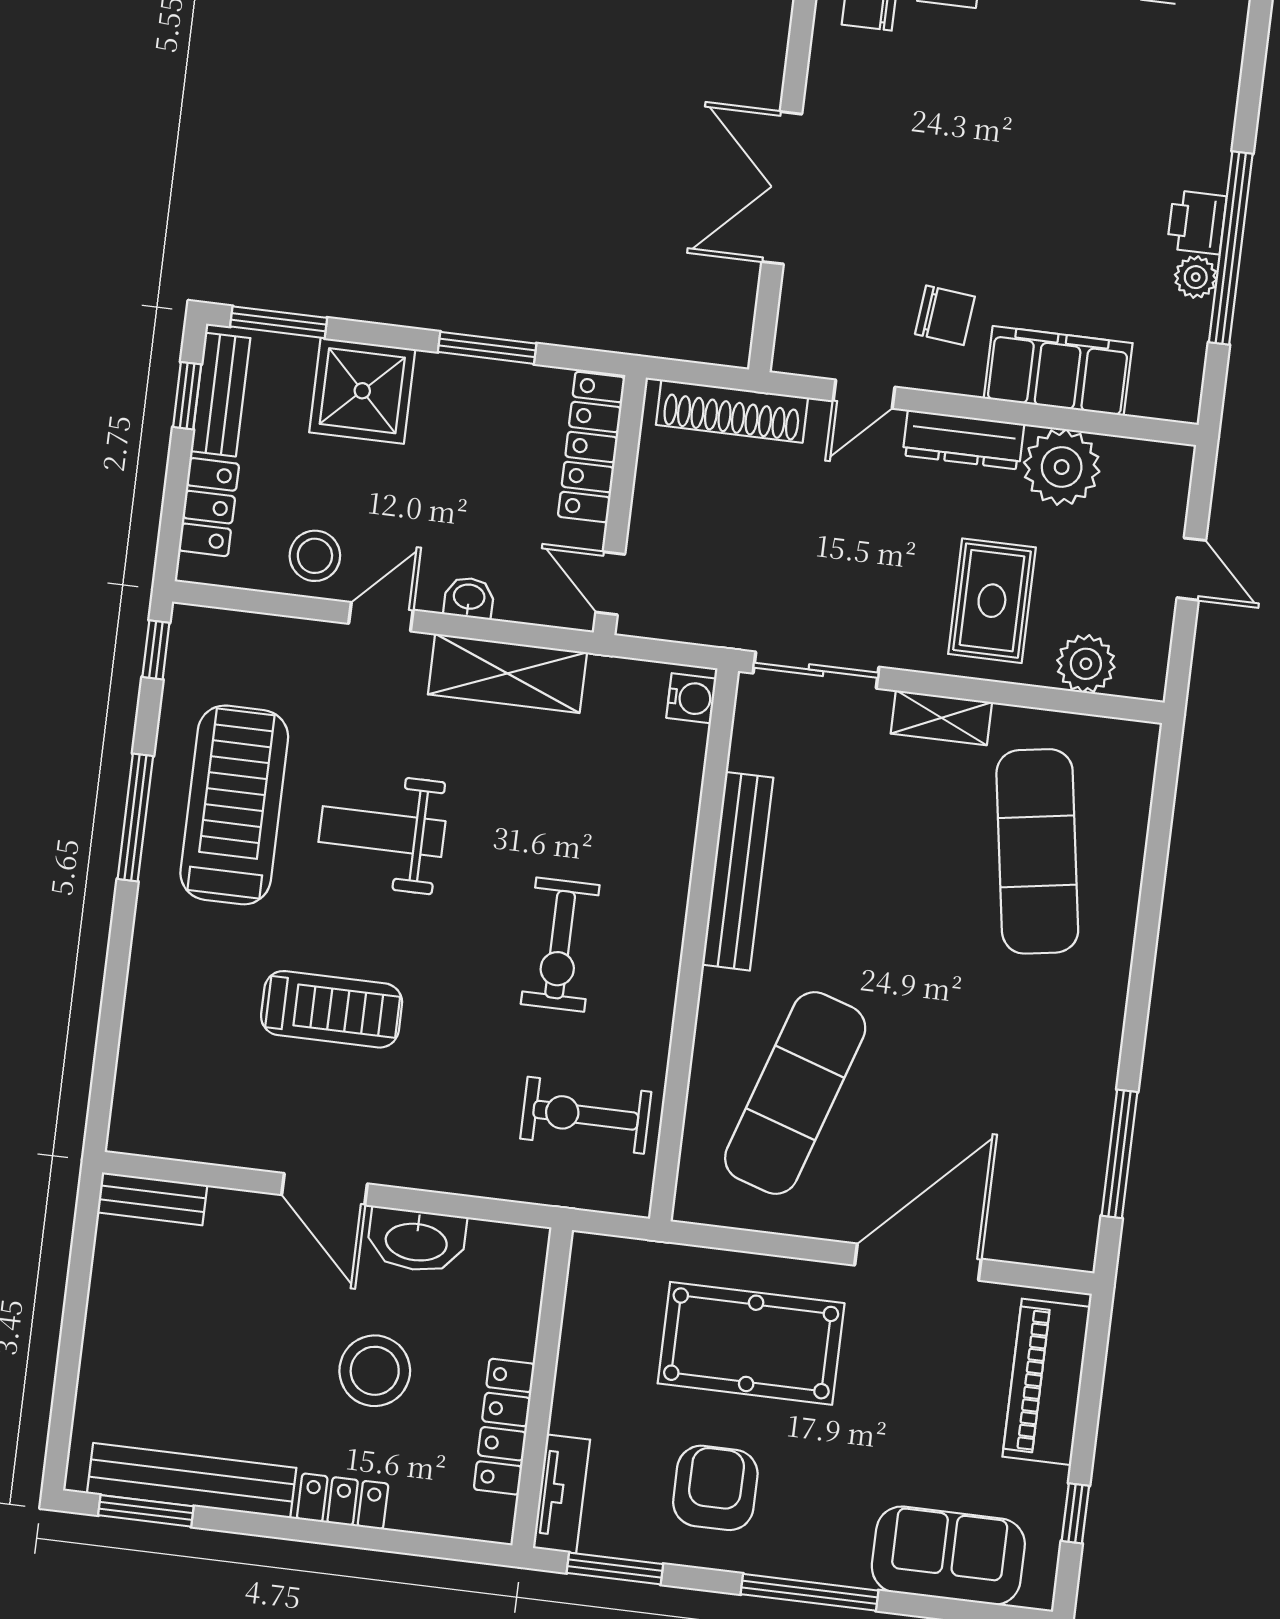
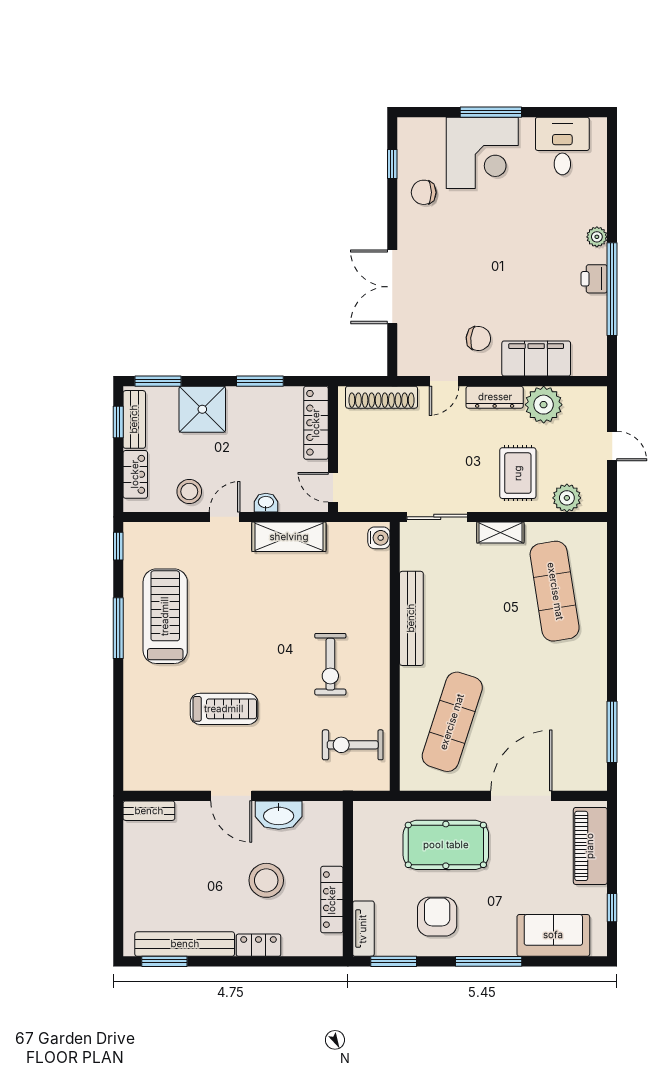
plant: (1196, 277) -> (597, 237), moved
weight bench: (382, 832) -> (238, 620), removed

